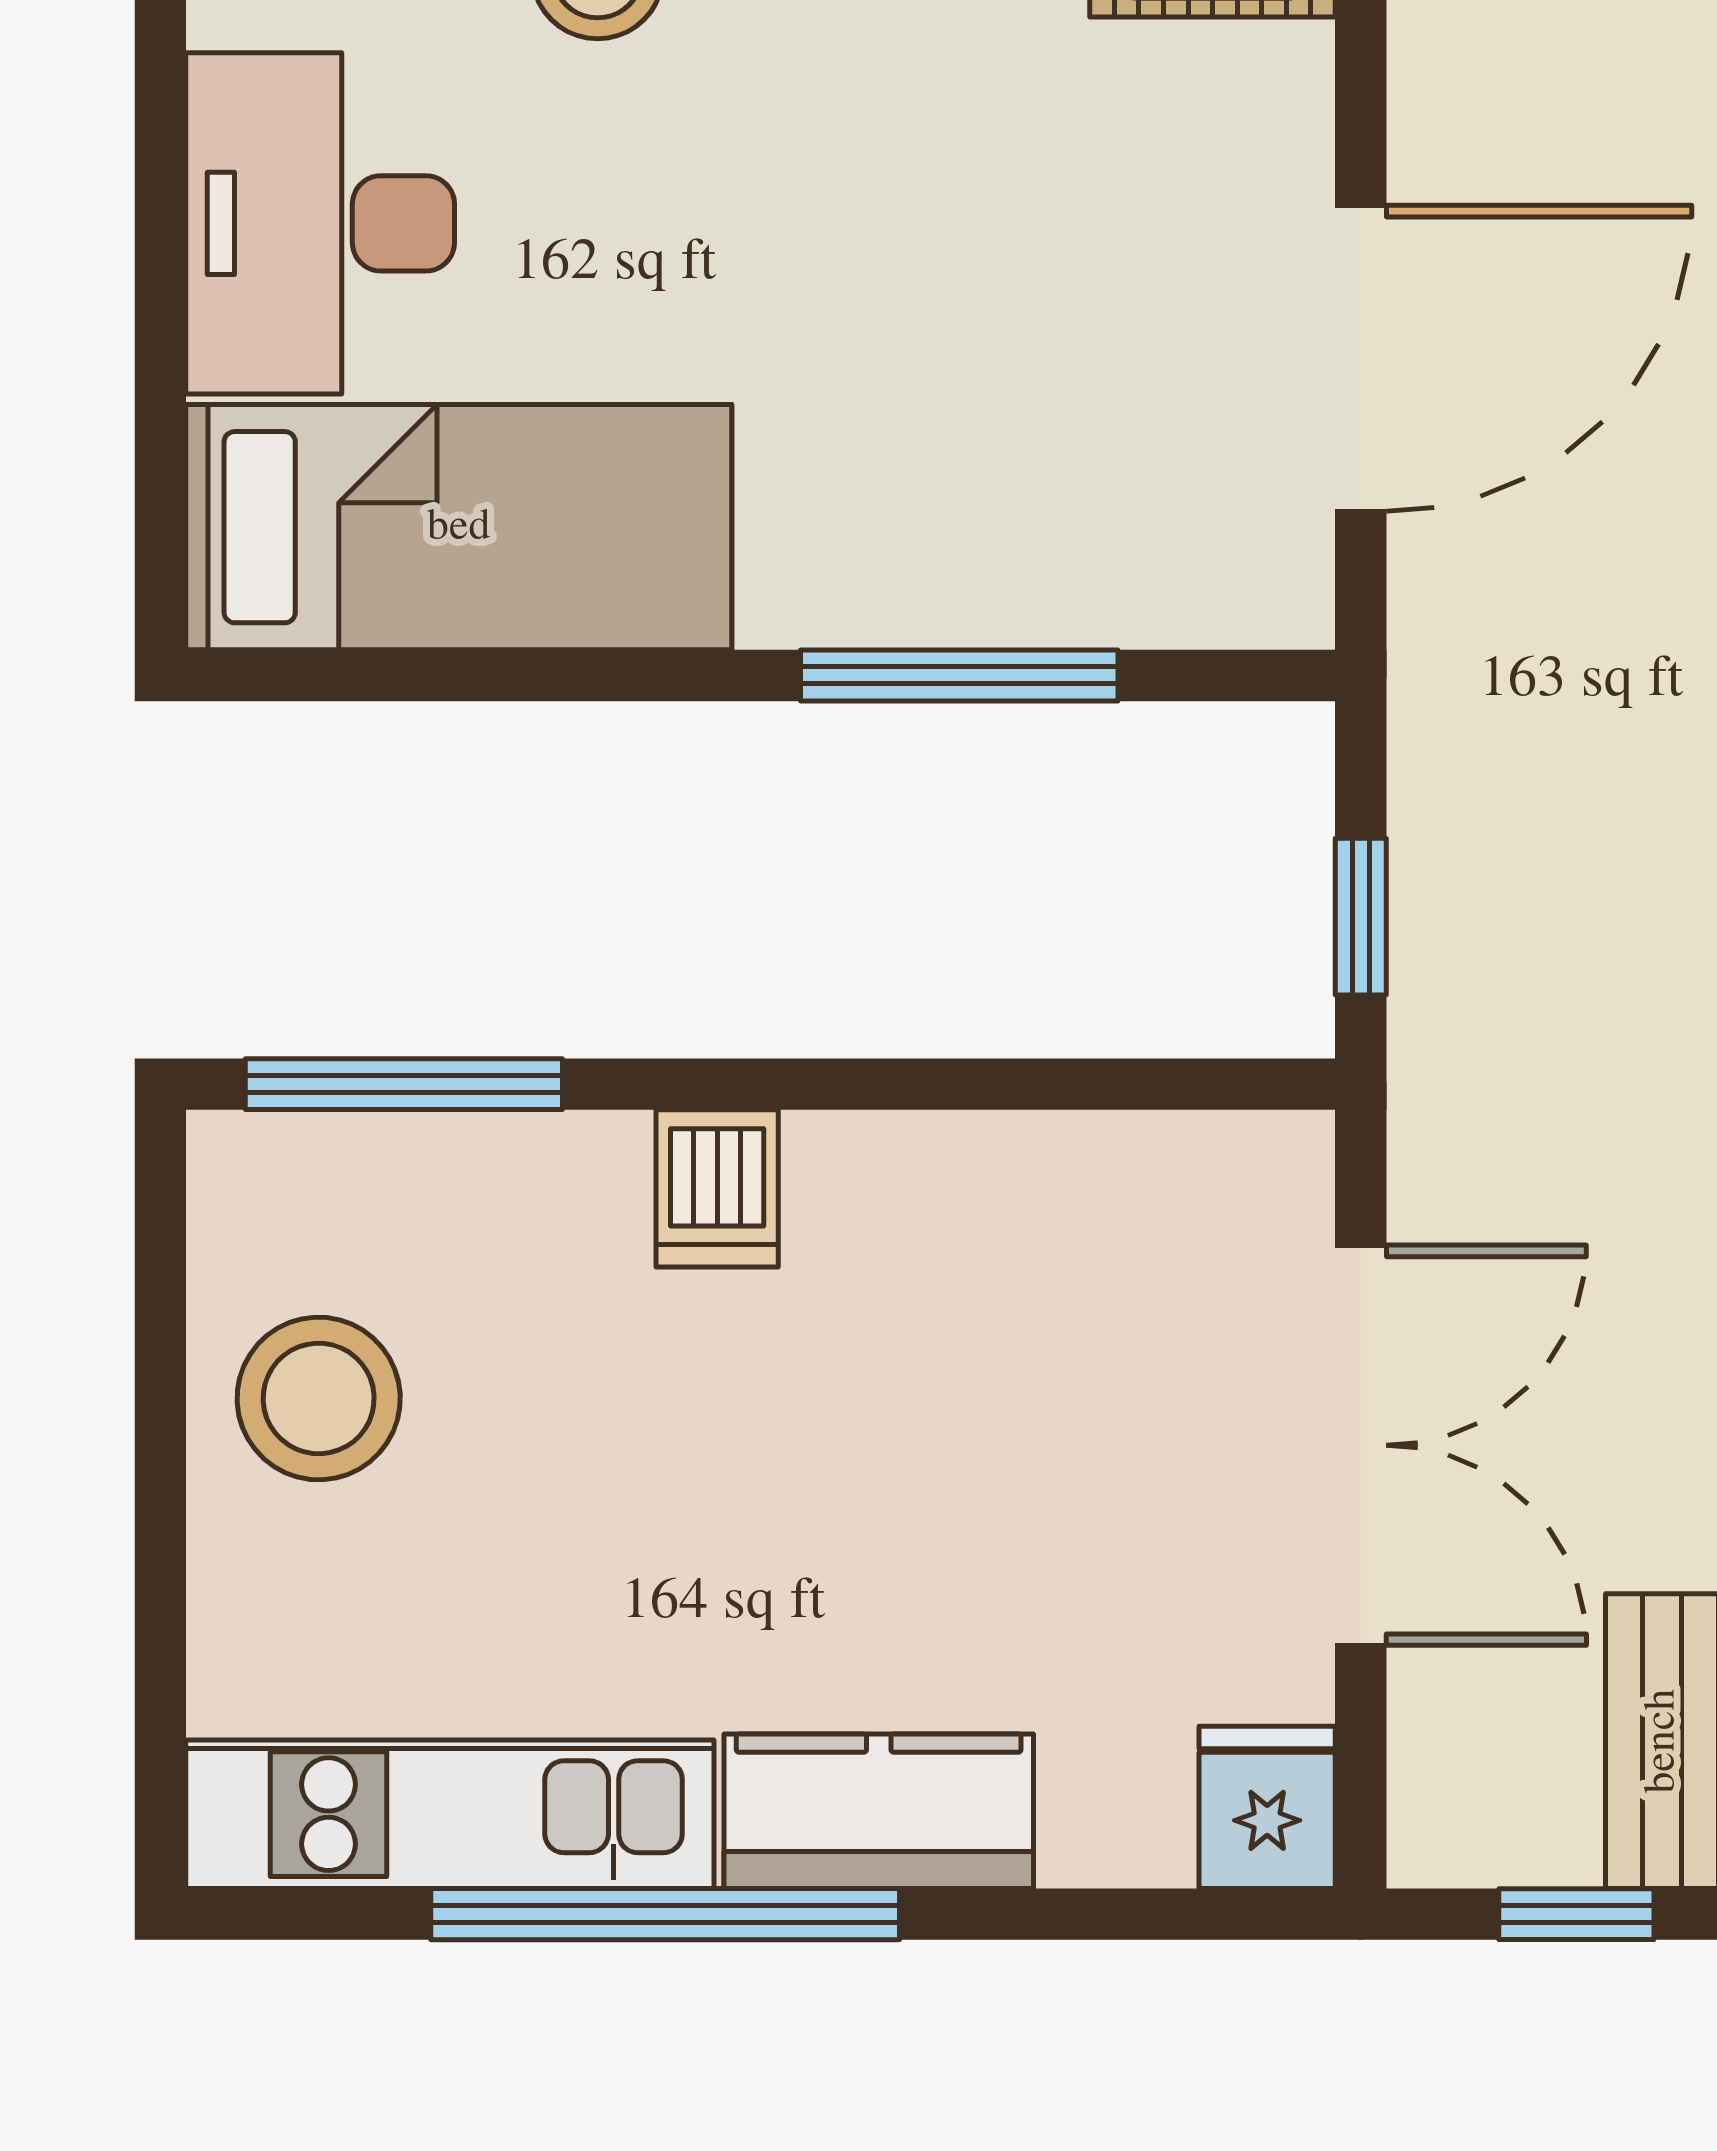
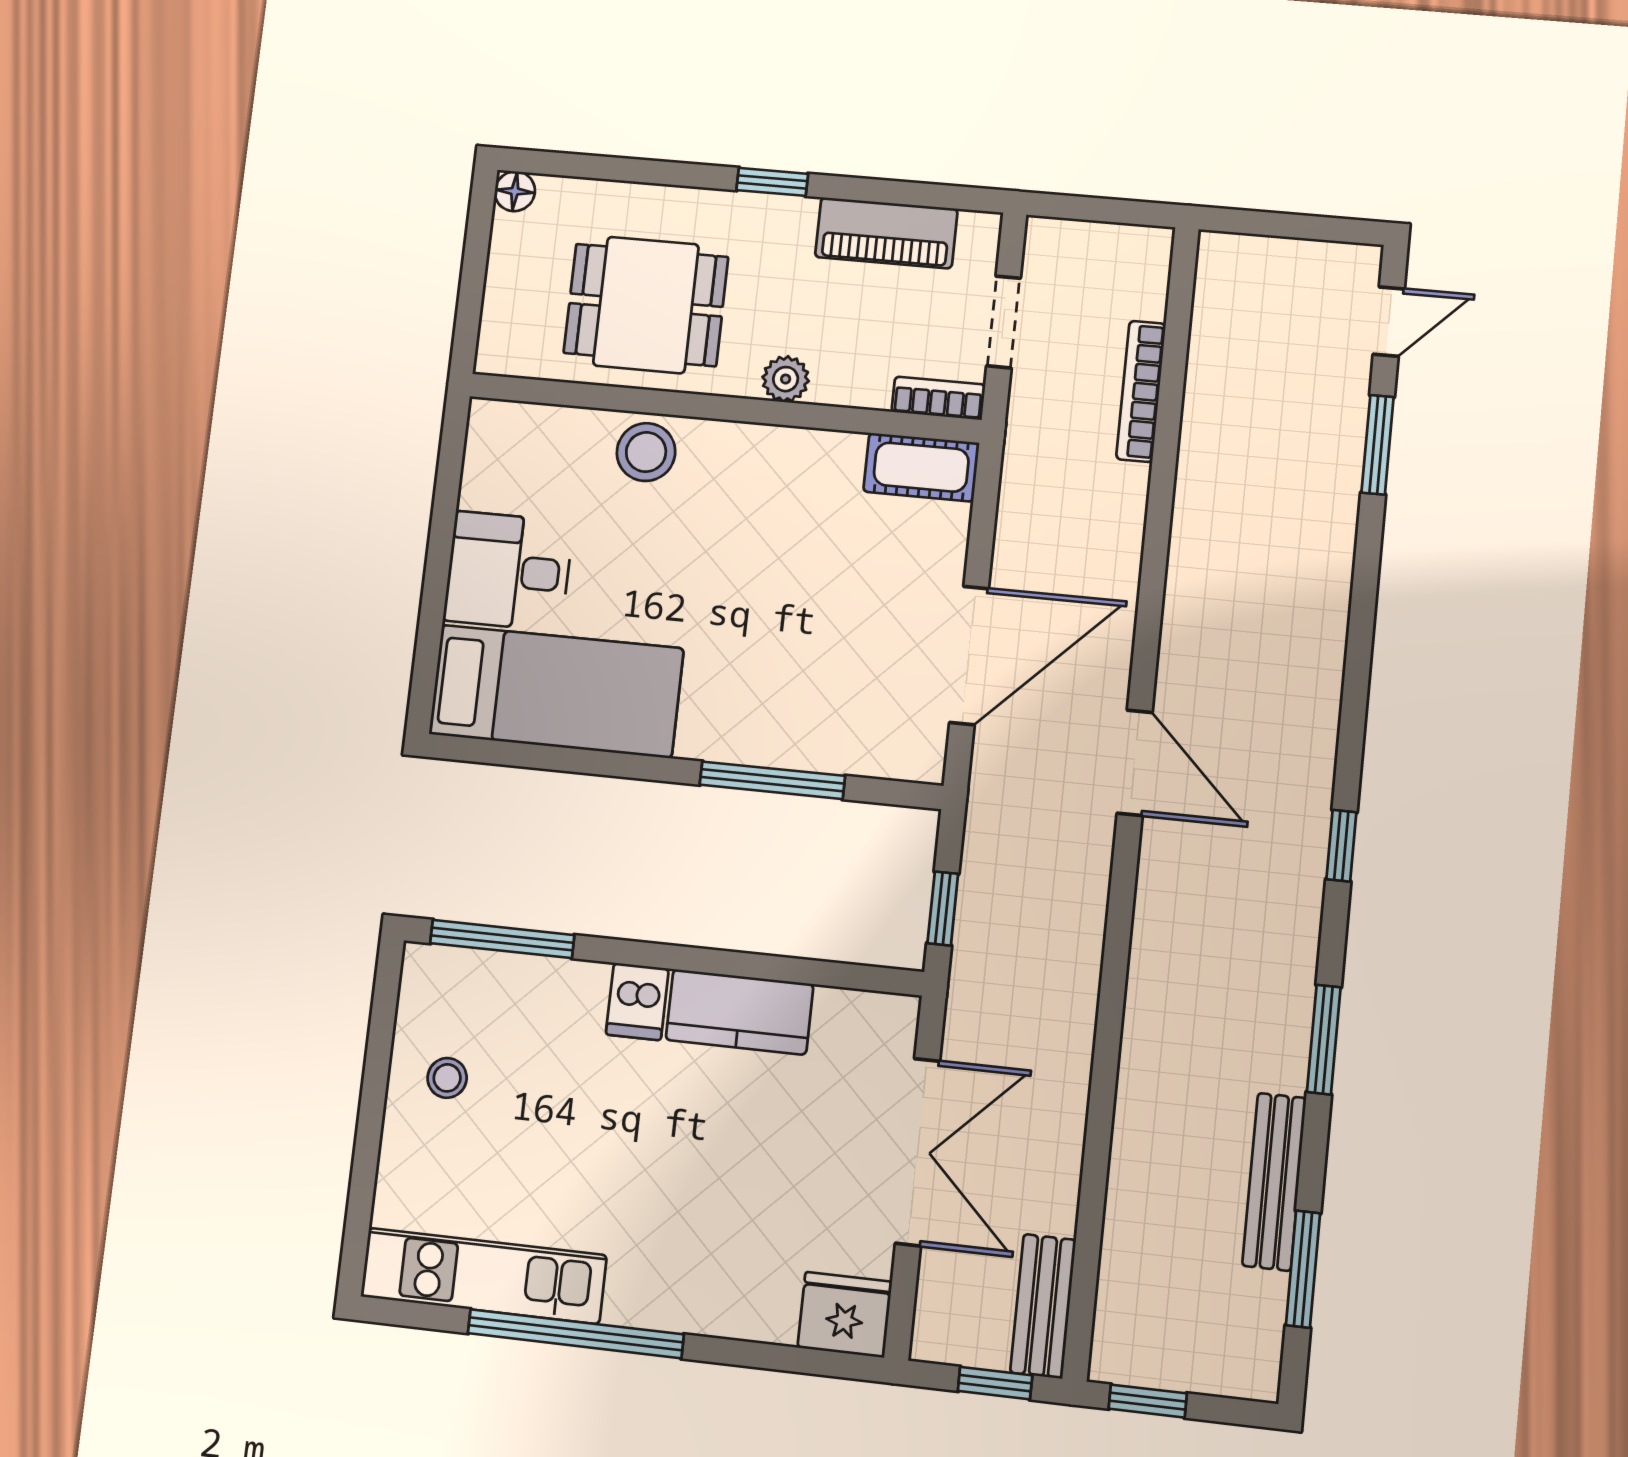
desk: (320, 223) -> (508, 571), width x0.73
stool: (319, 1398) -> (447, 1078), width x0.53, depth x0.53
fridge: (1267, 1807) -> (845, 1315), width x1.38
kitchen counter: (879, 1811) -> (740, 1012), moved, turned 180

